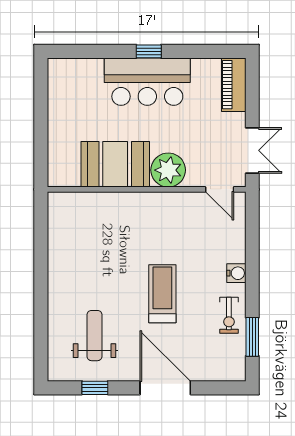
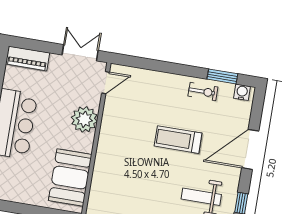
booth: (115, 164) -> (70, 177), moved
water cooler: (236, 273) -> (242, 92), moved

